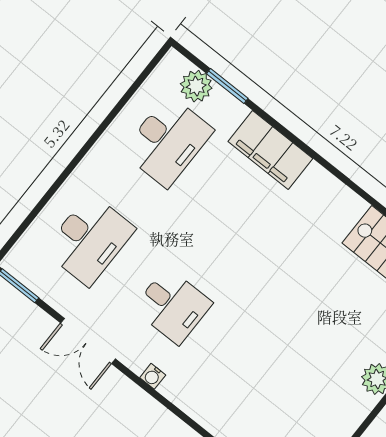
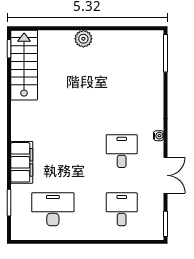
plant: (196, 86) -> (20, 216), removed
desk: (89, 240) -> (122, 209), width x0.73

